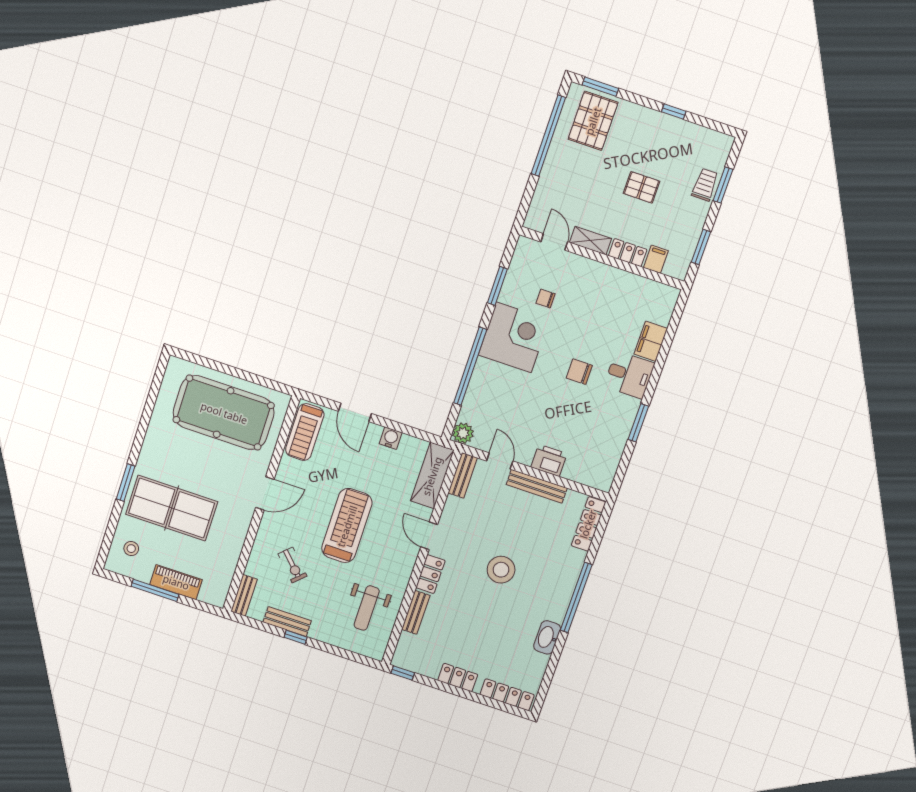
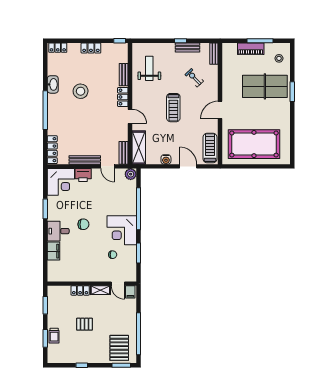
filing cabinet: (656, 259) -> (130, 292), moved
corner desk: (593, 461) -> (61, 182), added
treadmill: (347, 526) -> (173, 108), width x0.73, depth x0.73
stool: (501, 570) -> (81, 91), moved
locker: (507, 695) -> (58, 48), width x0.66

